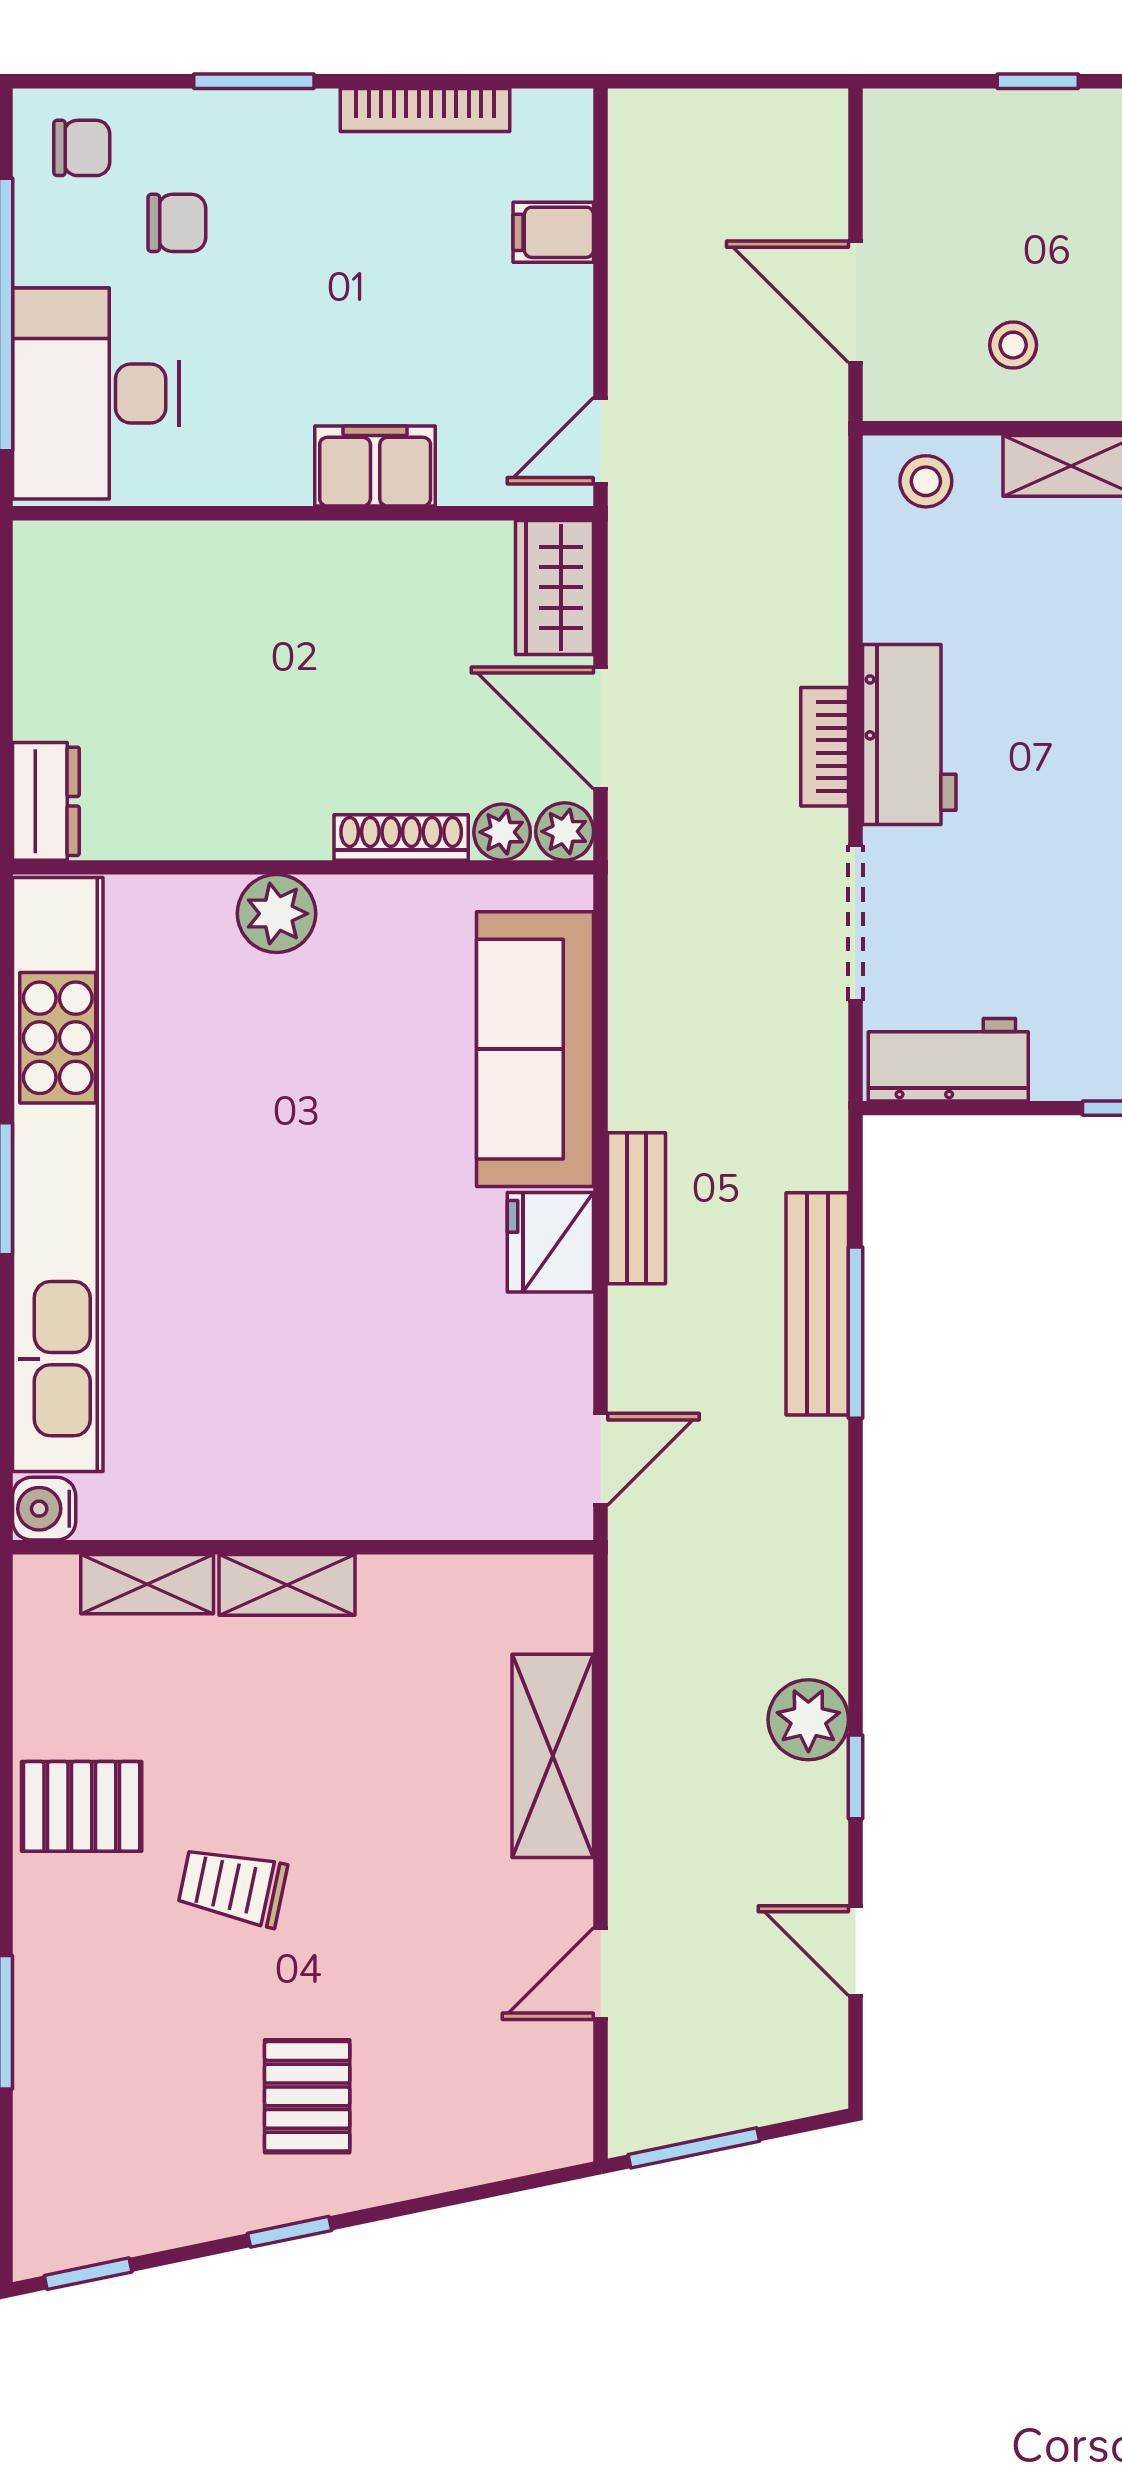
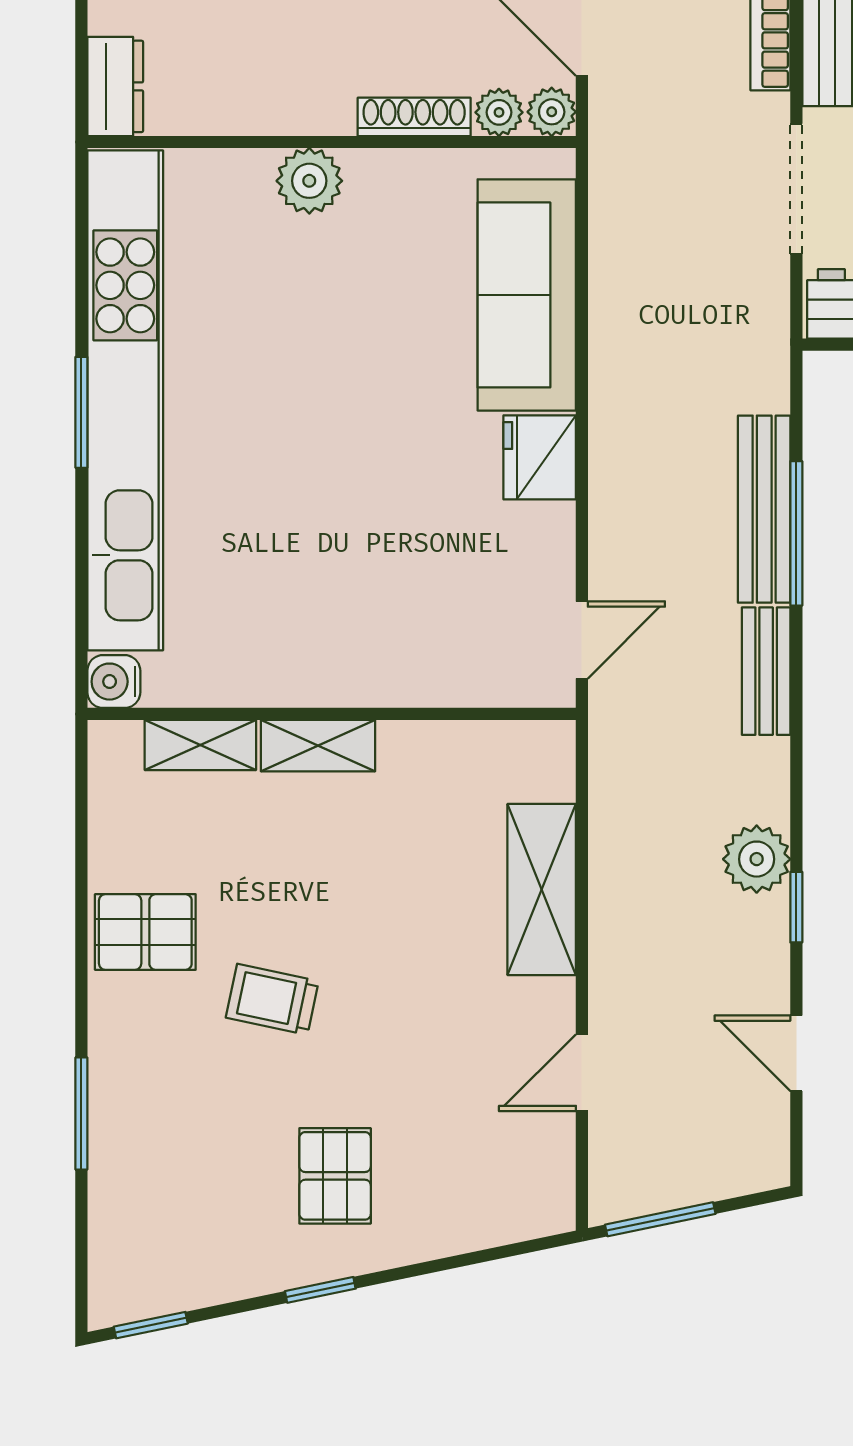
bench: (636, 1208) -> (766, 671), moved

